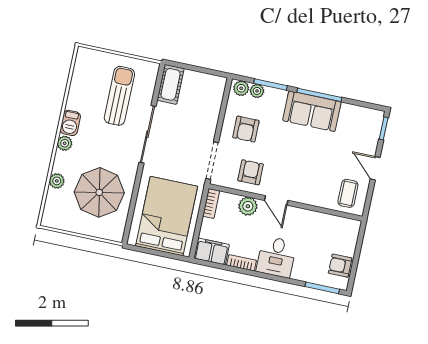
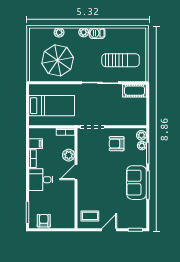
armchair: (251, 172) -> (90, 152), removed
bed: (167, 216) -> (52, 106), width x0.67
filing cabinet: (212, 251) -> (36, 144), width x0.50

